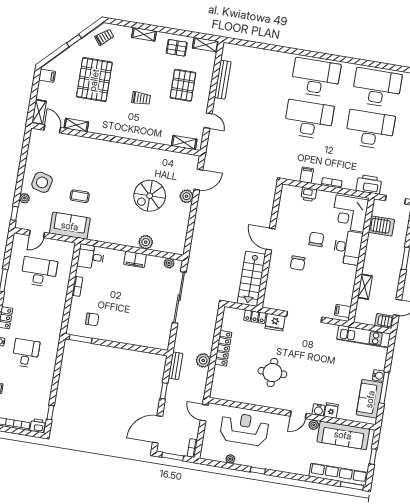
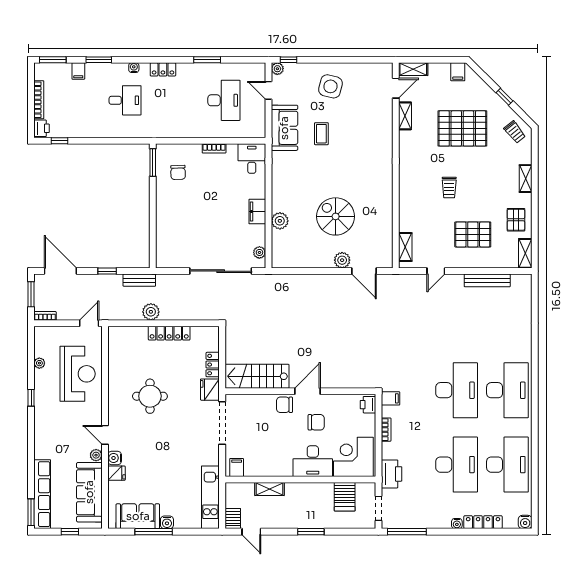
plant: (24, 198) -> (277, 69), moved
door: (271, 239) -> (307, 391), moved
wall: (270, 245) -> (300, 391), moved
stairs: (251, 279) -> (257, 376), moved

